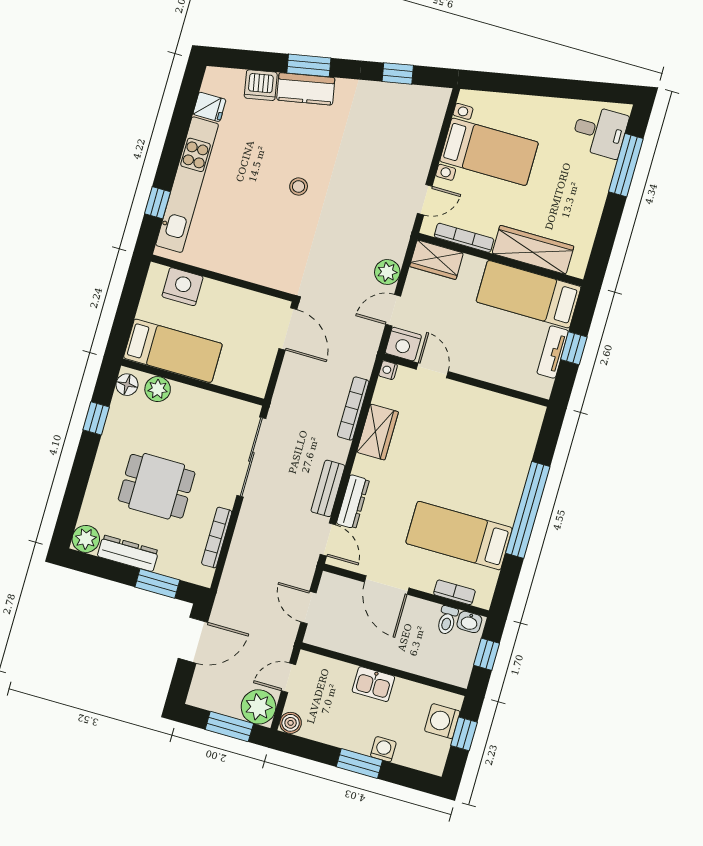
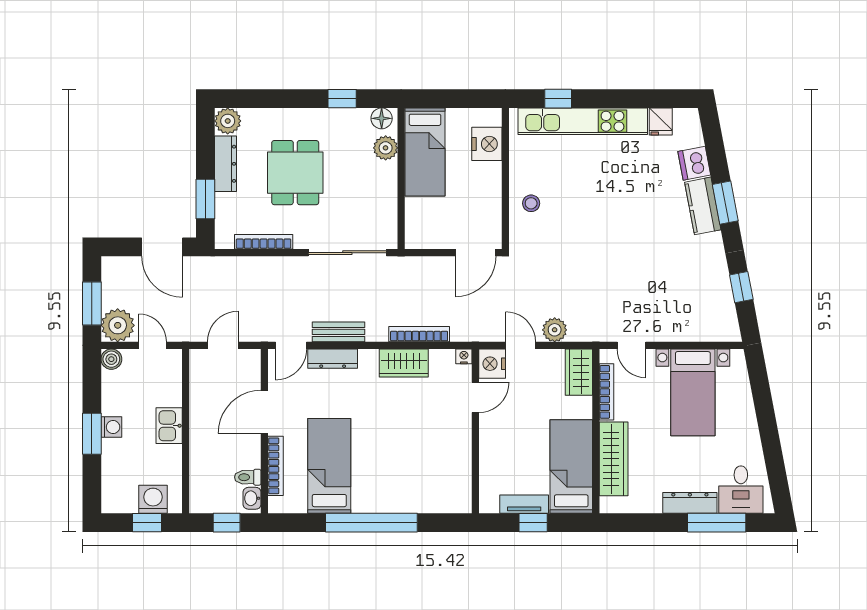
dresser: (599, 186) -> (690, 503), added
stool: (299, 187) -> (531, 203), moved
bookcase: (454, 592) -> (276, 466), width x1.56
washing machine: (383, 749) -> (111, 427), moved

